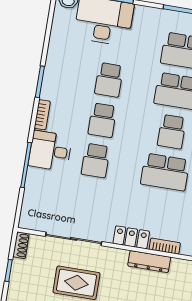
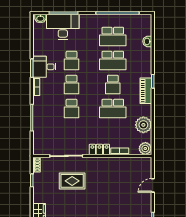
desk: (50, 151) -> (44, 67), moved
dresser: (149, 262) -> (112, 162), removed

